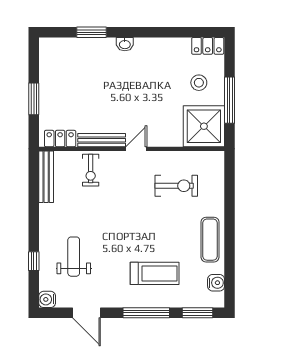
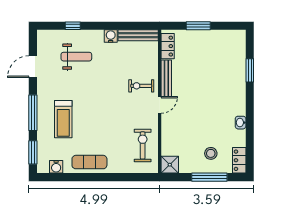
washbasin: (125, 44) -> (241, 123), moved
window: (230, 100) -> (209, 177), moved
shower: (204, 126) -> (170, 165), width x0.54, depth x0.54
door: (136, 149) -> (160, 105), hinge flipped
exercise bike: (91, 170) -> (141, 86), moved
exercise bike: (176, 186) -> (143, 145), moved, turned 180
water cooler: (47, 299) -> (111, 36), moved

